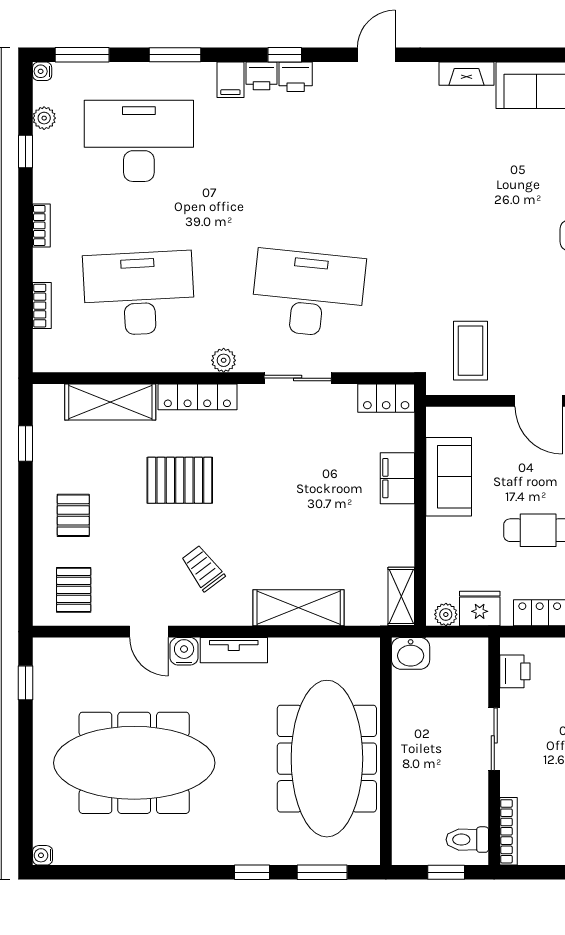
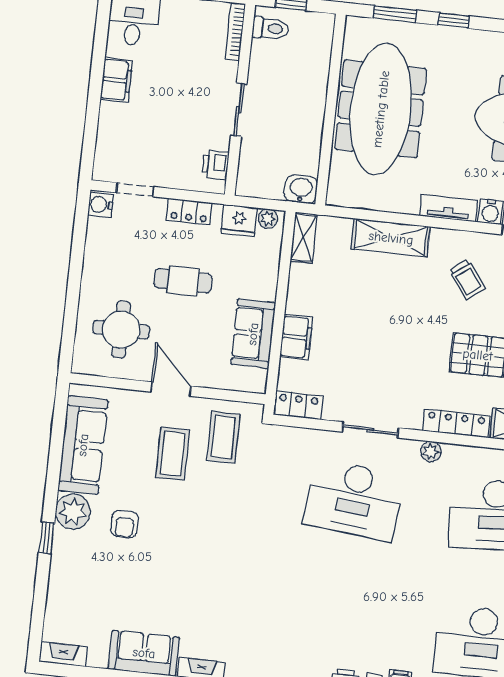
coffee table: (528, 325) -> (173, 454), added

